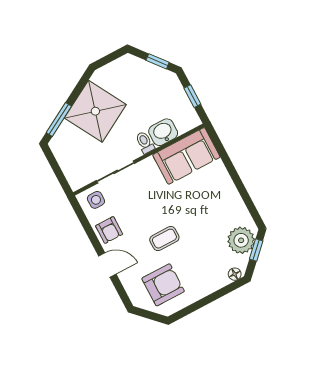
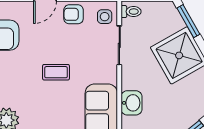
toilet: (145, 142) -> (131, 12), moved
coffee table: (164, 239) -> (56, 72), moved, turned 90

